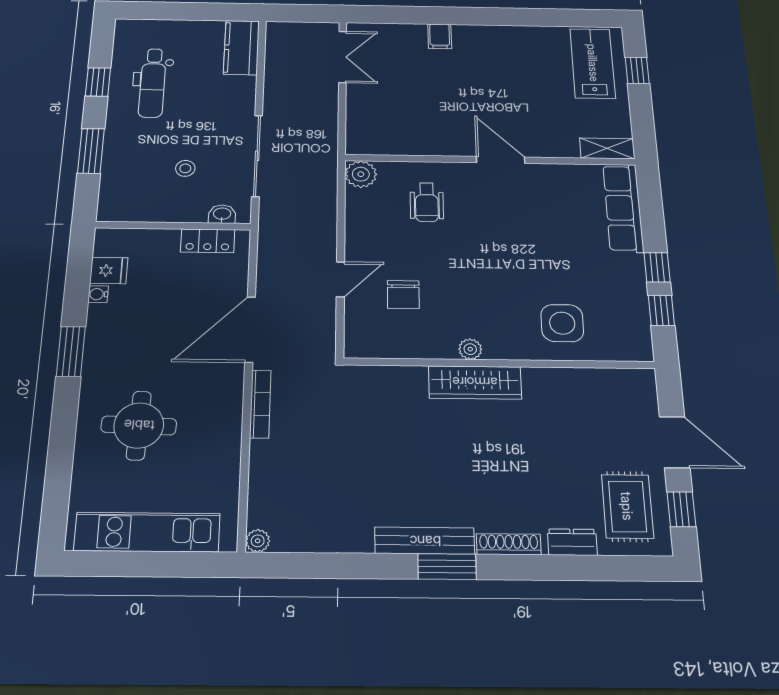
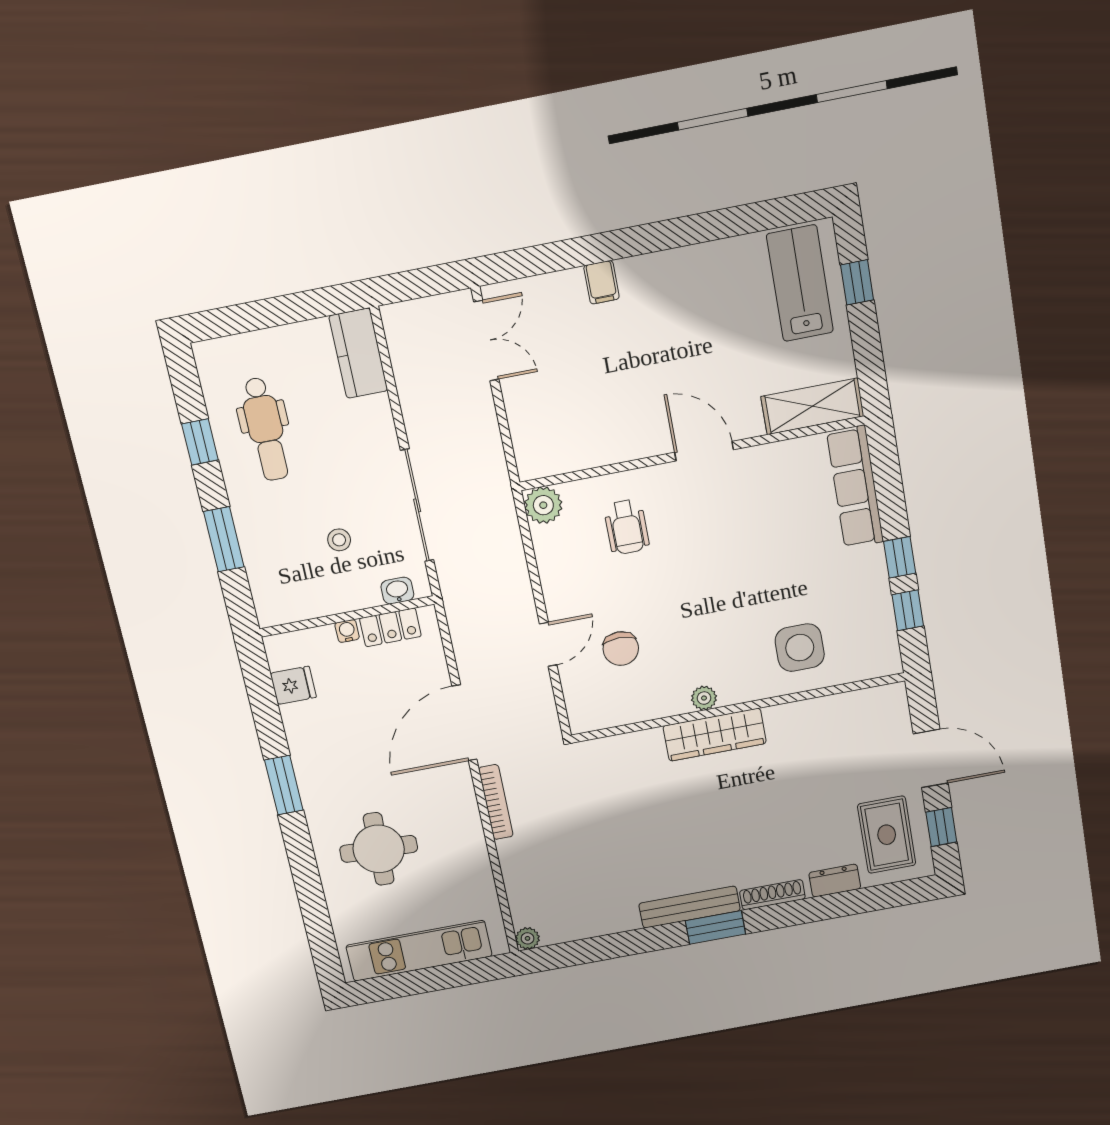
shelving: (607, 148) -> (812, 406), width x1.50, depth x1.33
water cooler: (98, 294) -> (347, 631), moved, turned 90

